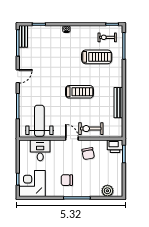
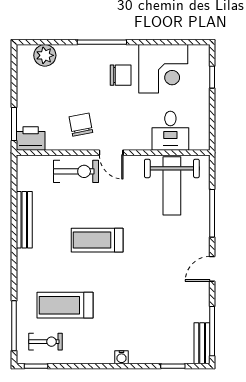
corner desk: (32, 184) -> (163, 69), moved

